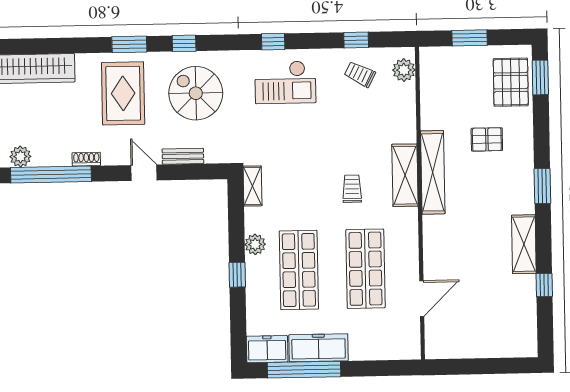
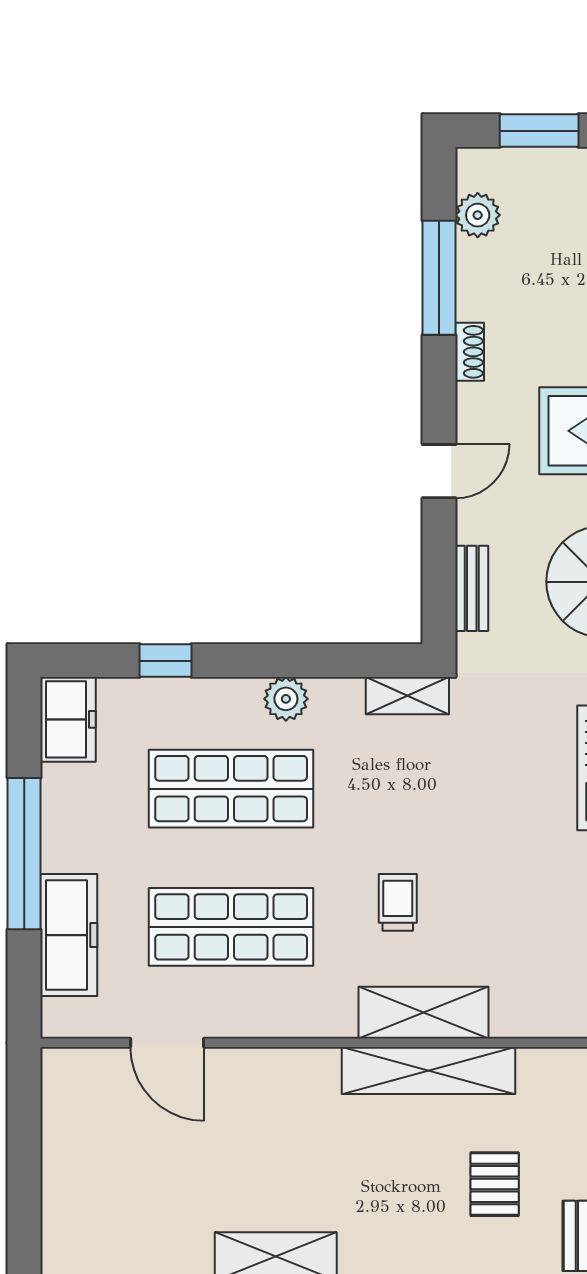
bench: (183, 156) -> (472, 588), moved
window: (51, 175) -> (439, 278), width x0.68
trolley: (352, 189) -> (398, 902), turned -90
window: (237, 275) -> (165, 661), moved
freezer: (319, 348) -> (69, 935), moved
window: (304, 370) -> (24, 854), moved

